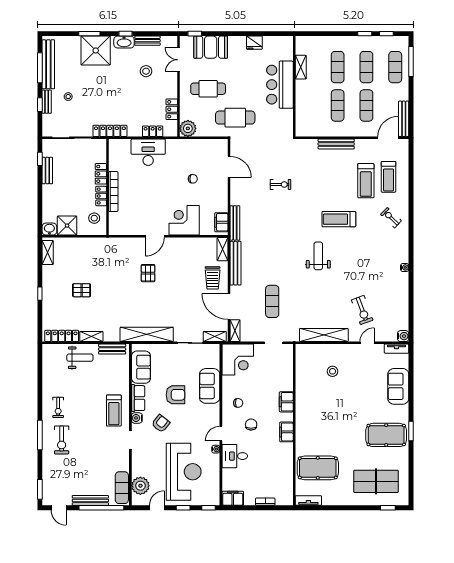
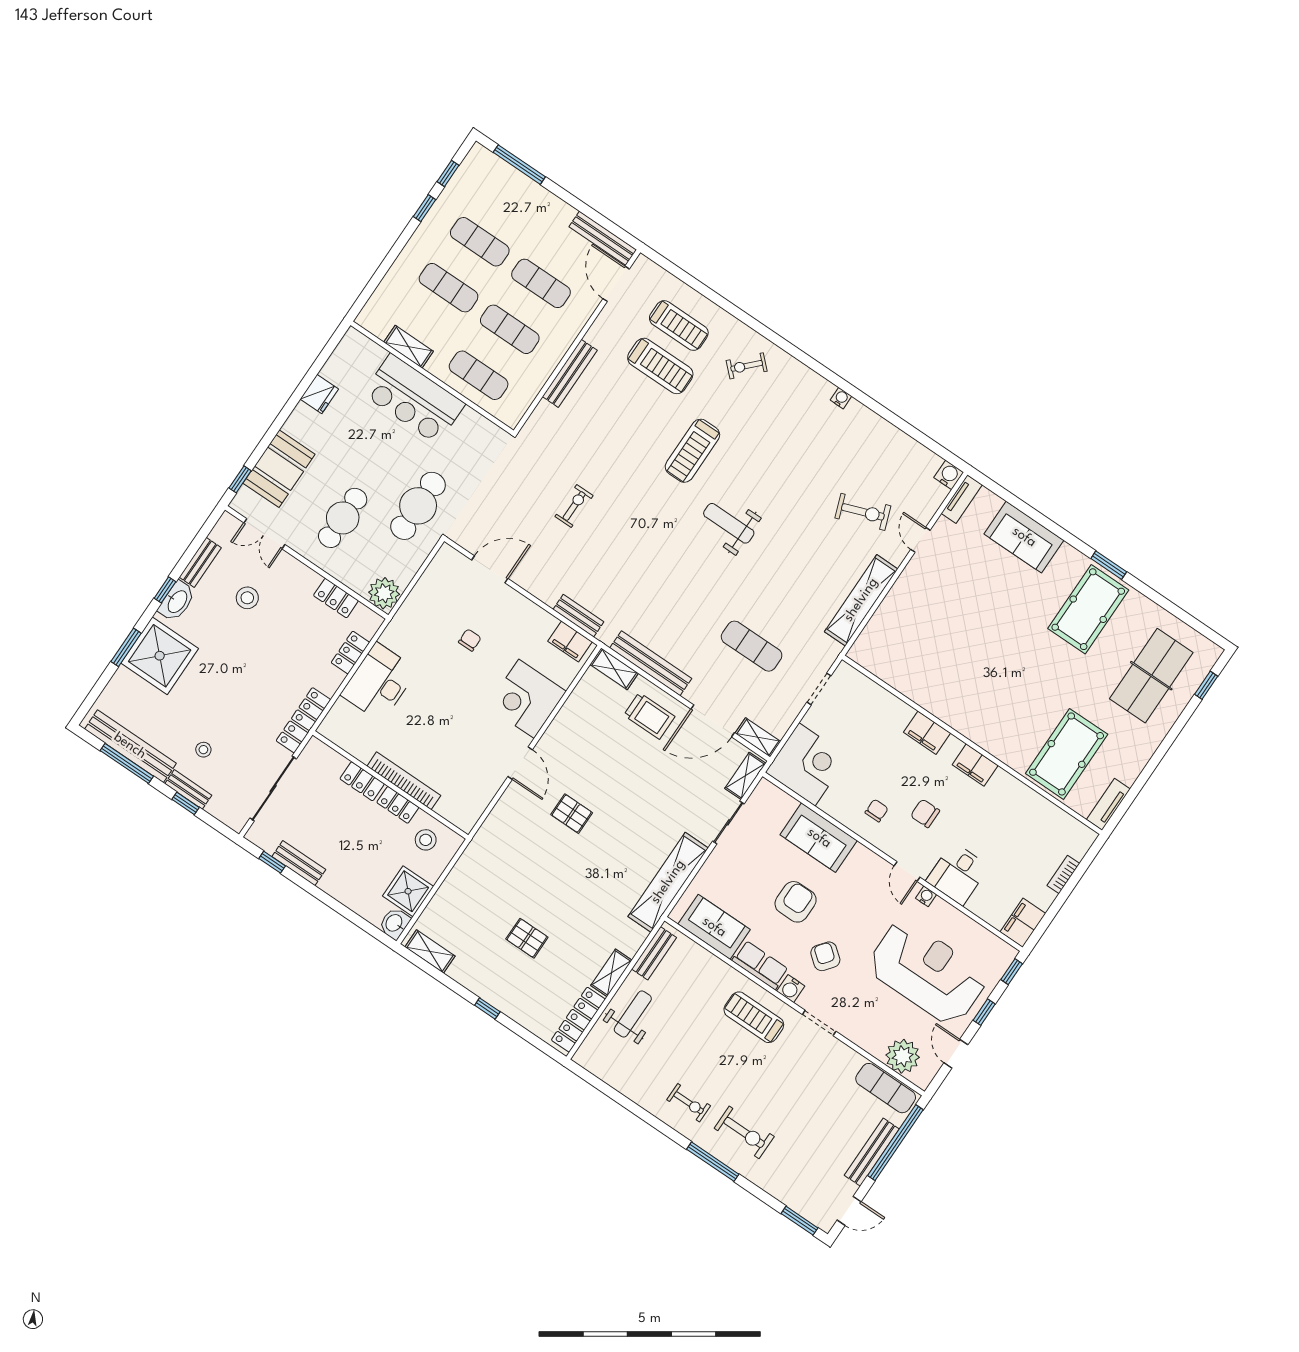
exercise mat: (395, 67) -> (479, 375), moved
bench: (235, 223) -> (578, 616), width x0.73
pallet: (82, 290) -> (527, 938), turned 90
stool: (333, 371) -> (928, 626), removed
treadmill: (114, 411) -> (754, 1017), turned 180

